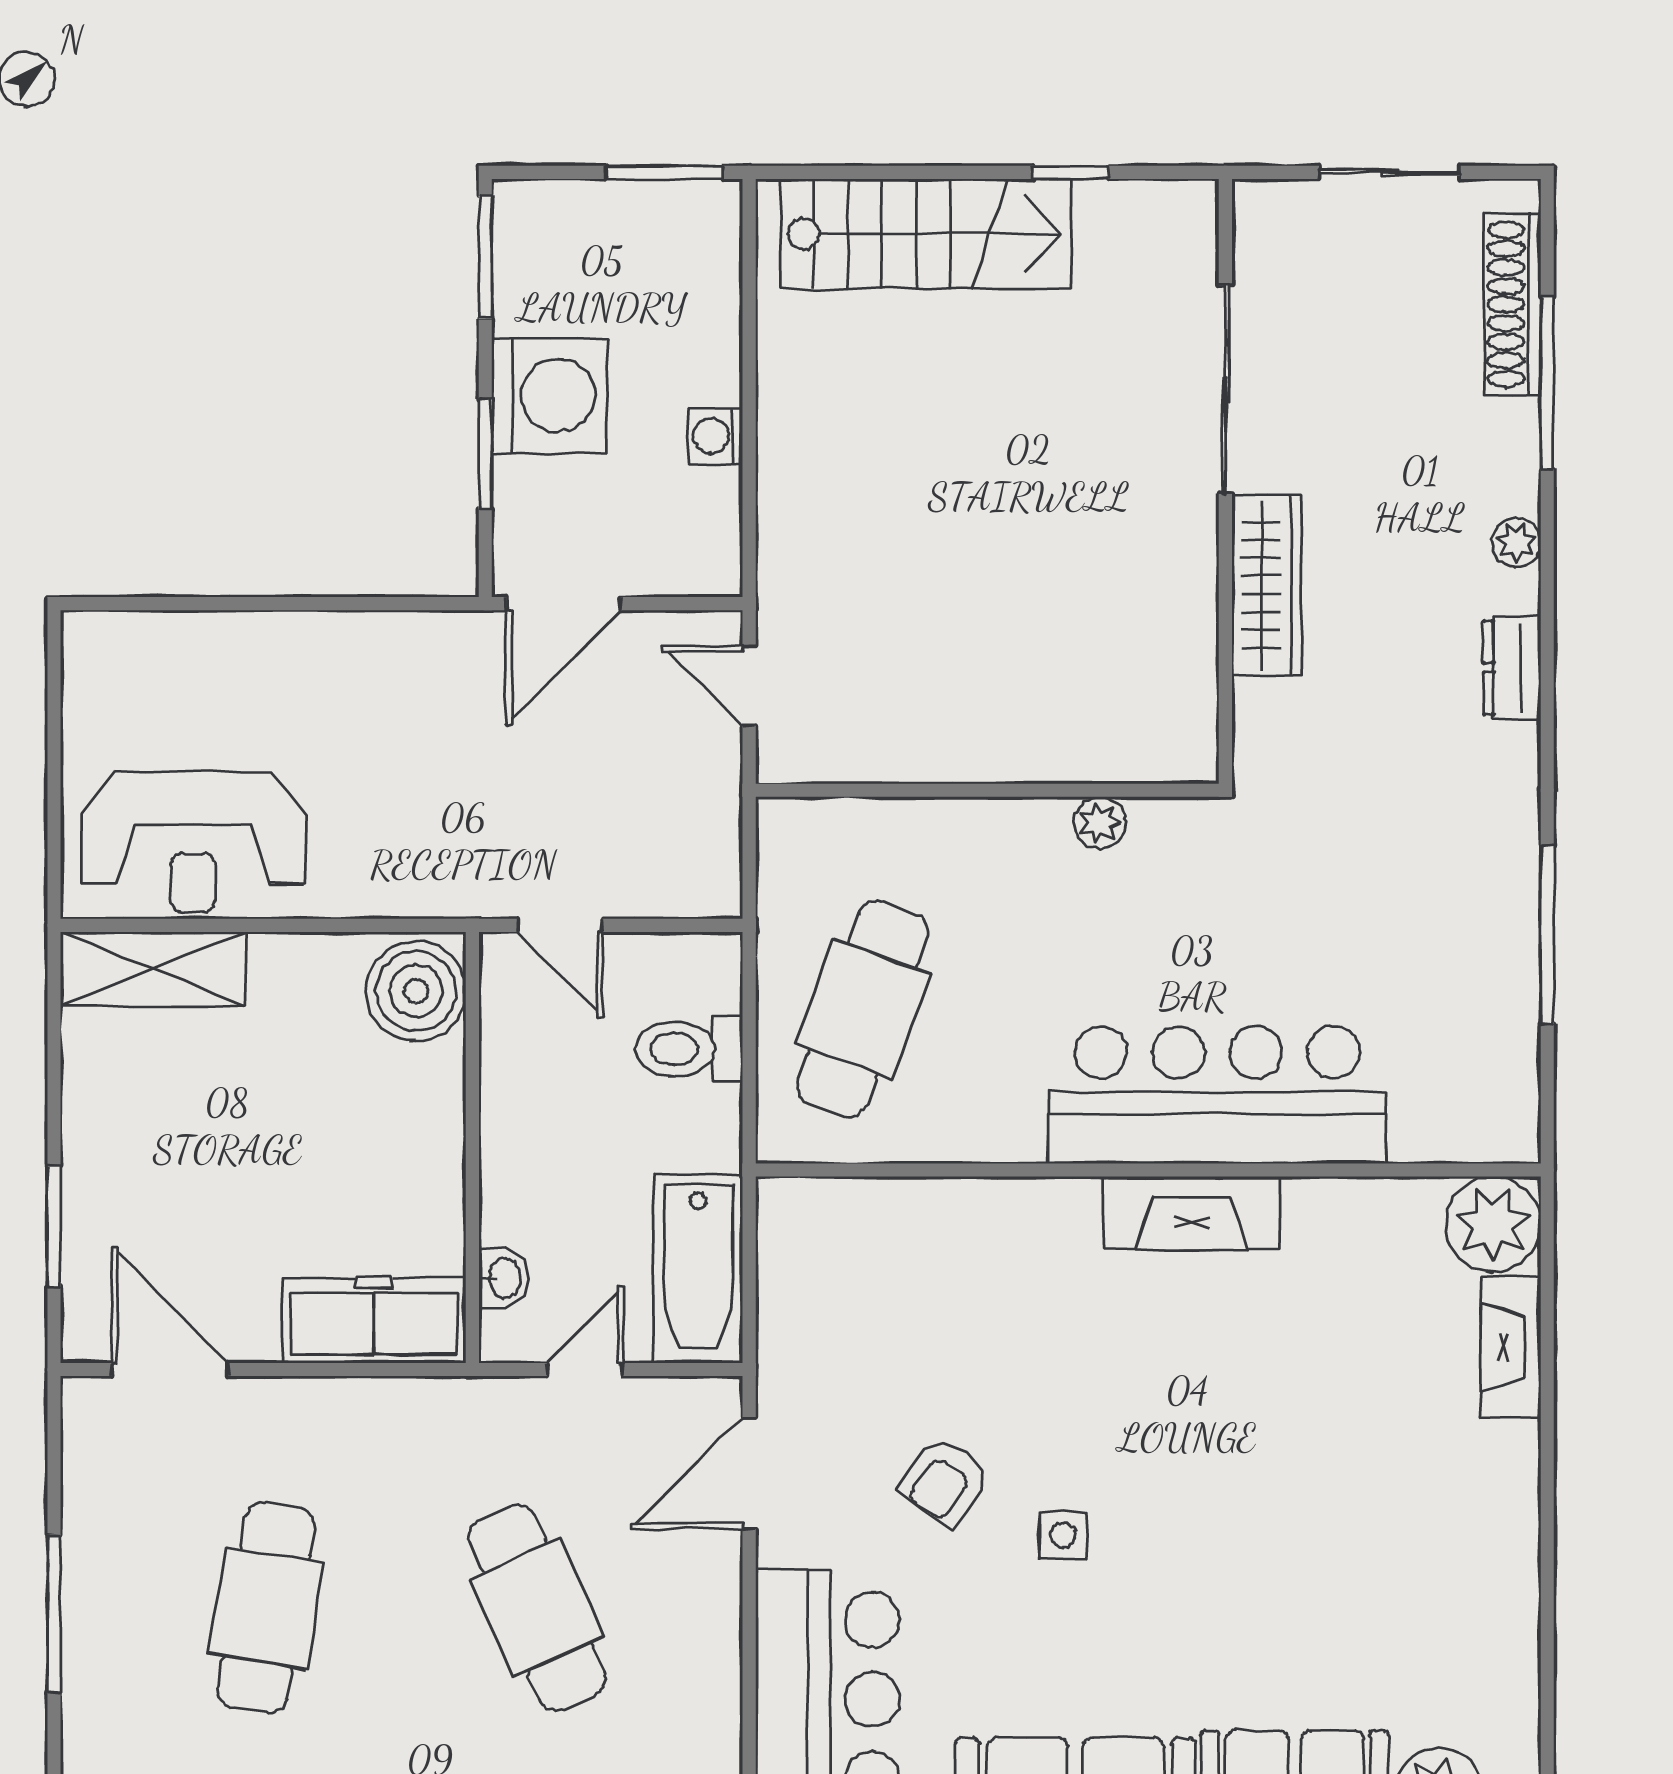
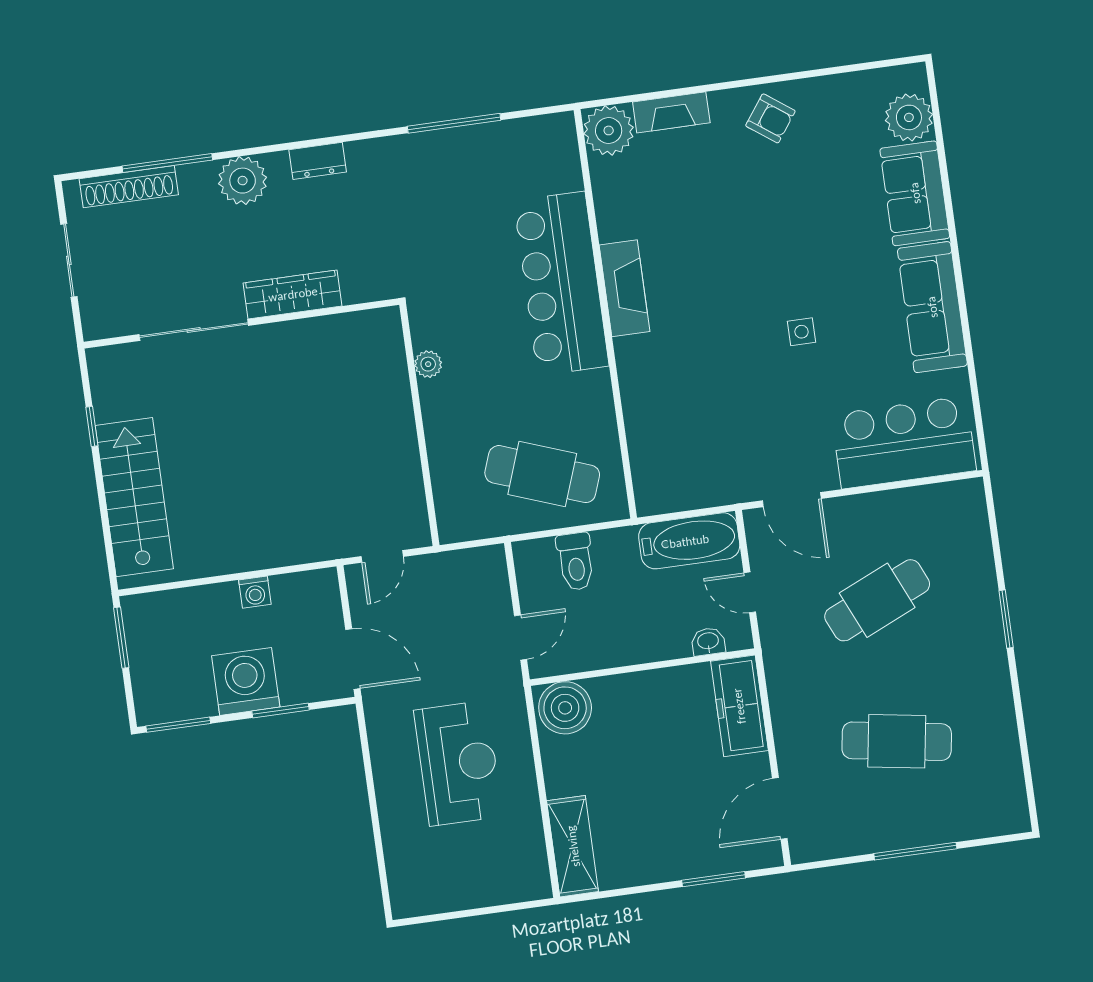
plant: (1516, 542) -> (243, 181), width x1.87, depth x1.87
reception desk: (193, 842) -> (458, 763), moved
armchair: (945, 1481) -> (770, 118), moved

